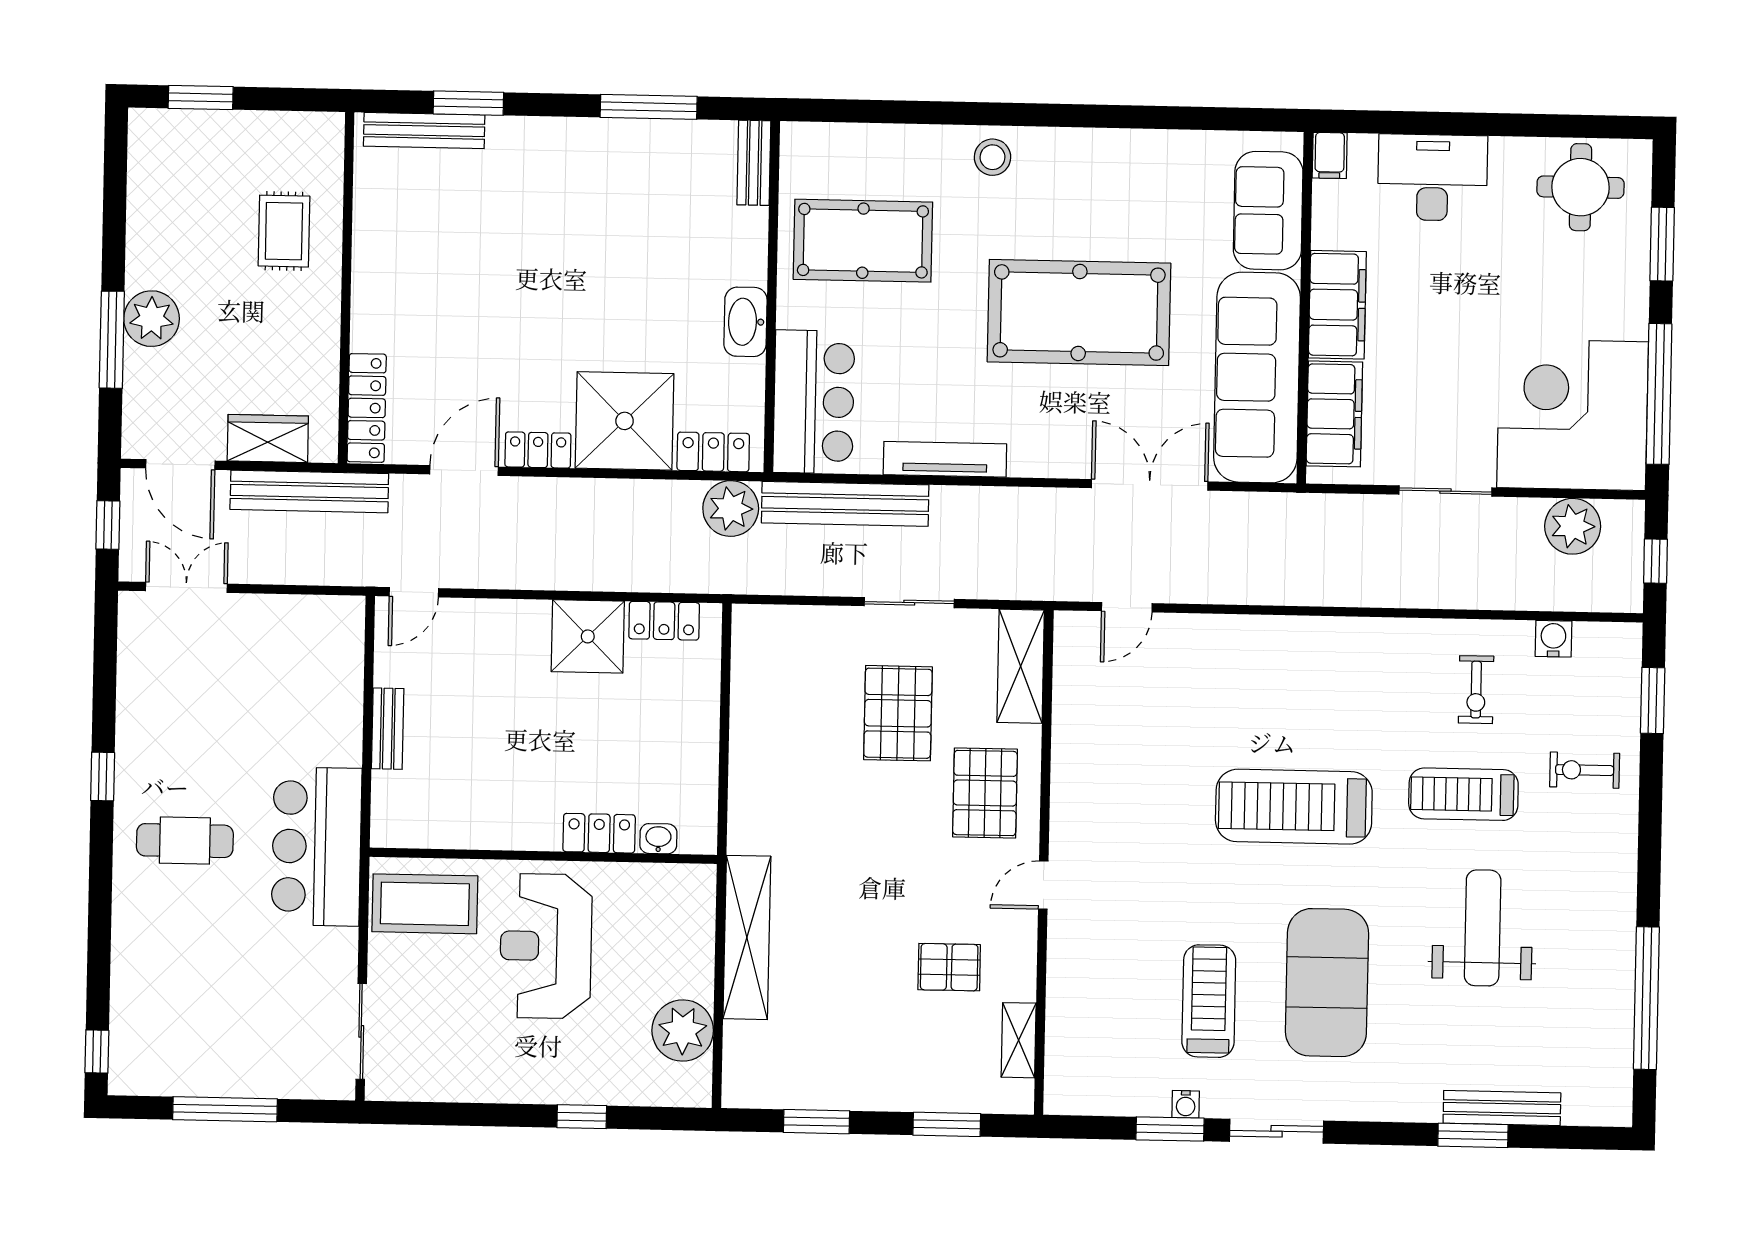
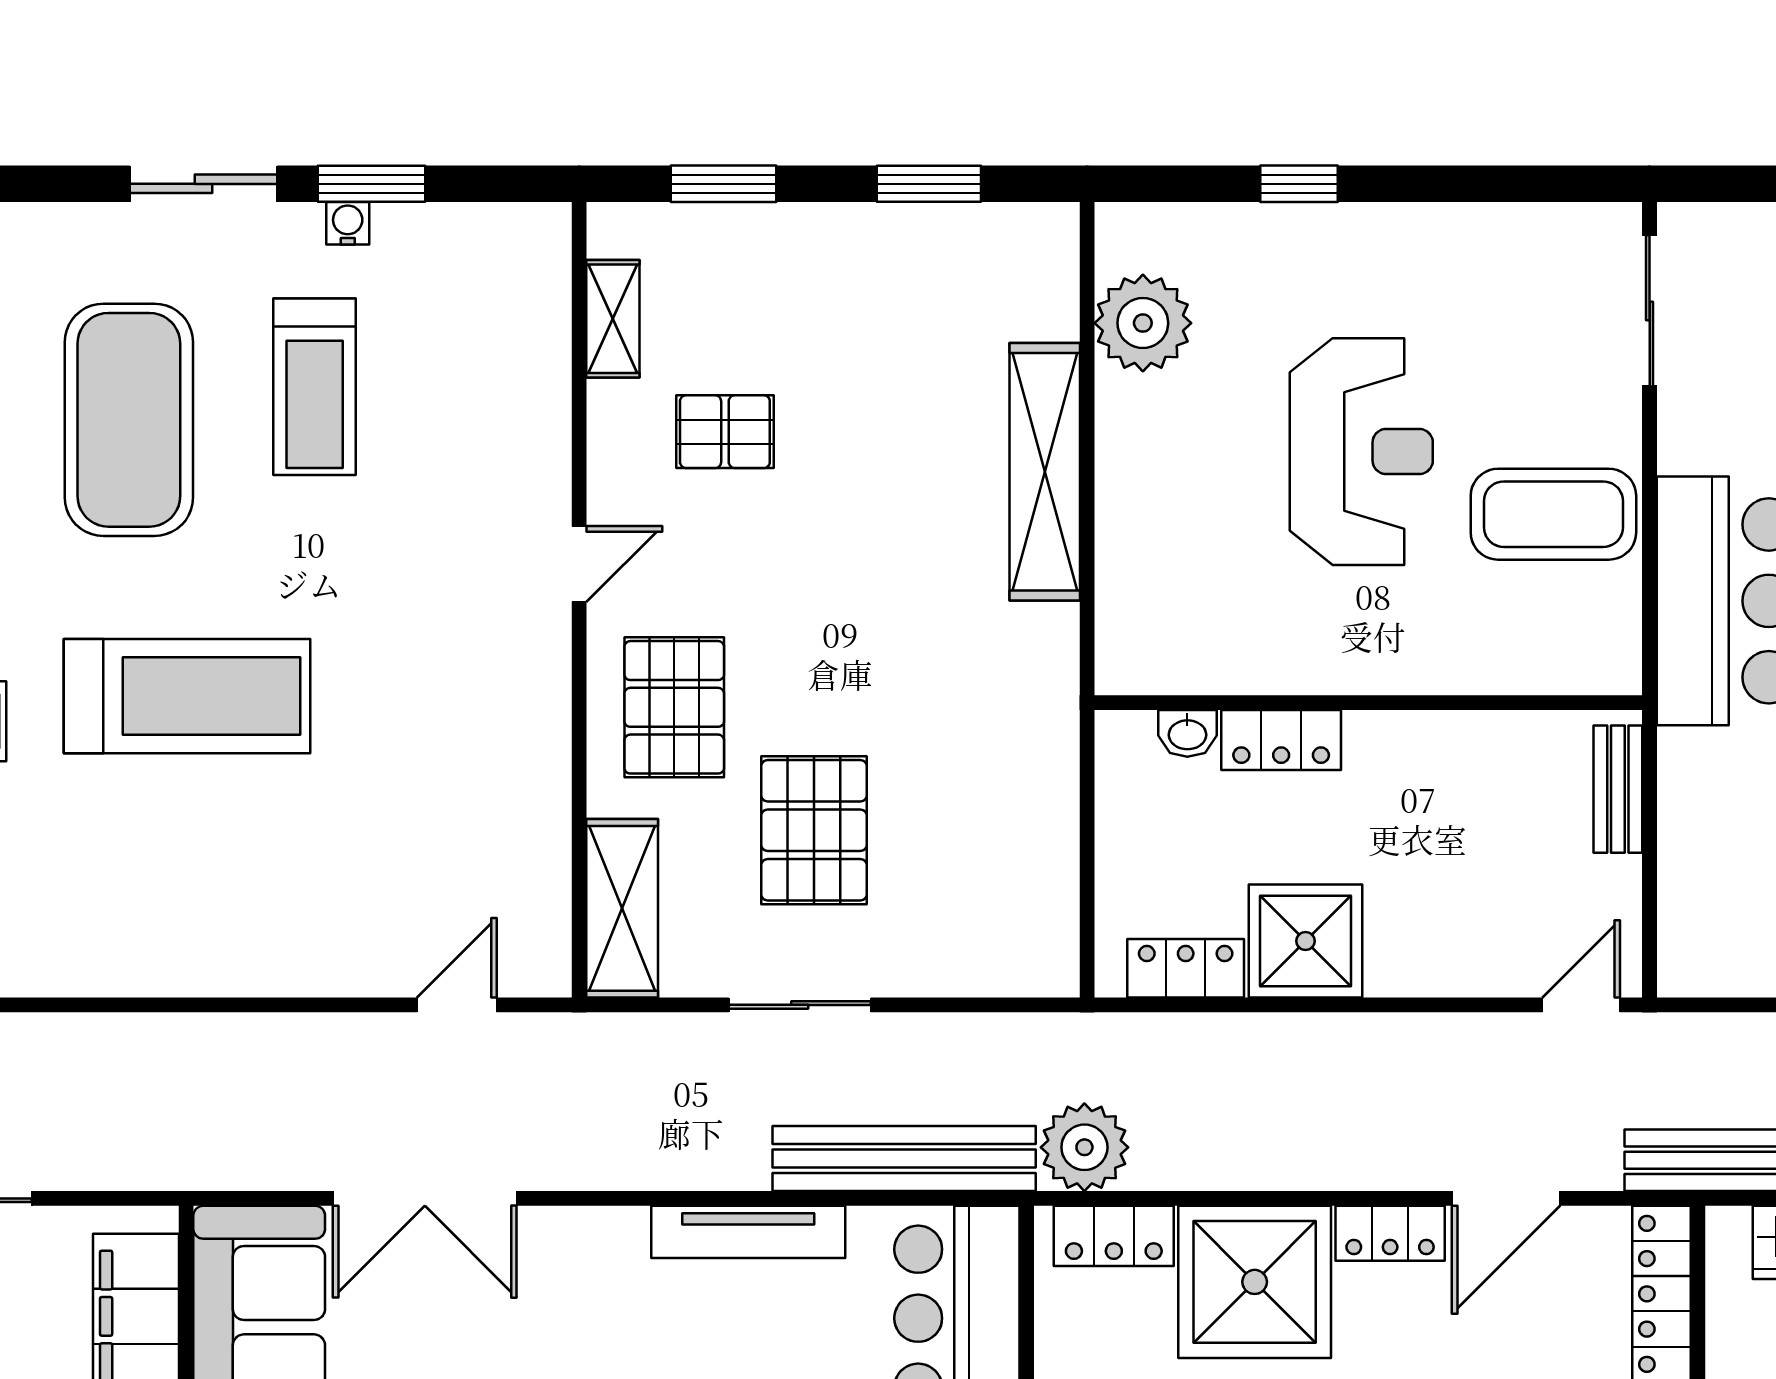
locker: (599, 833) -> (1281, 740), moved
washbasin: (658, 839) -> (1187, 733), moved
wall: (543, 856) -> (1368, 703), moved

